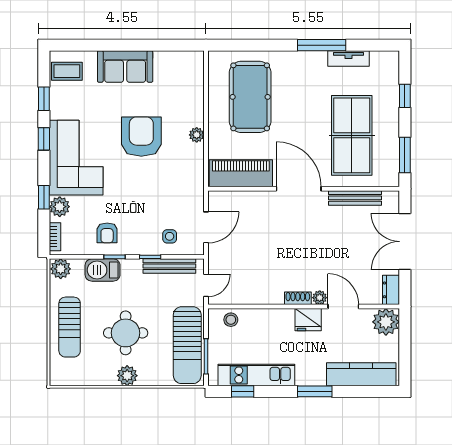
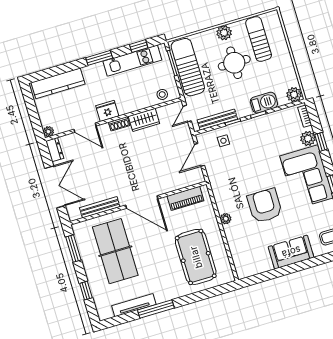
tv unit: (348, 58) -> (134, 305), width x1.41
armchair: (141, 137) -> (265, 206), turned 180
piano: (241, 173) -> (185, 198), width x0.73, depth x0.75
armchair: (107, 233) -> (269, 130), removed
wardrobe: (264, 294) -> (144, 120), added
plant: (320, 298) -> (104, 129), removed
plant: (386, 322) -> (48, 132), width x0.53, depth x0.53
sun lounger: (70, 327) -> (259, 39), moved
window: (315, 391) -> (99, 58), moved

